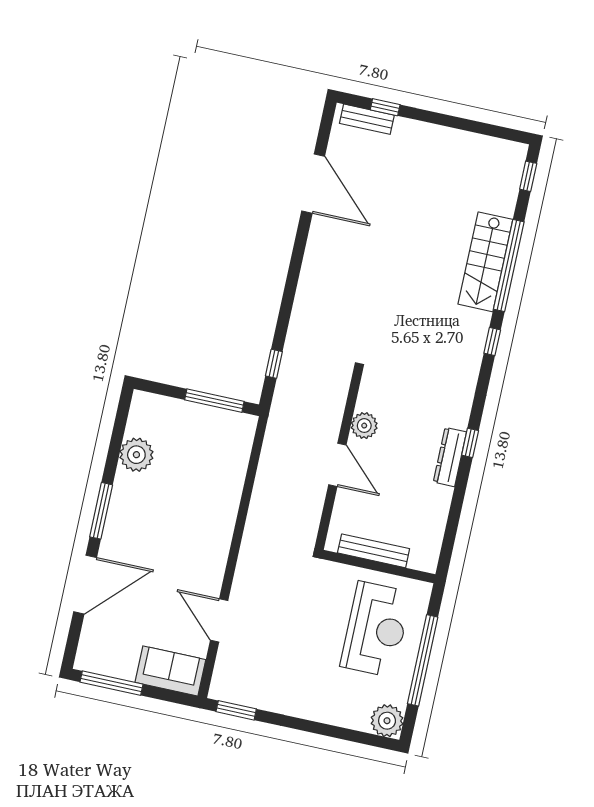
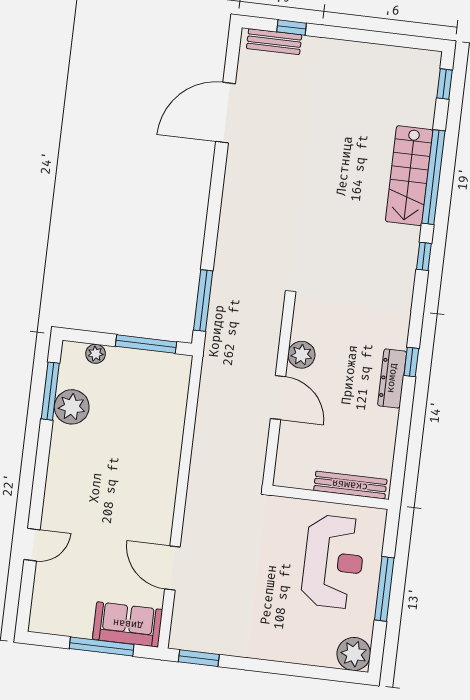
door: (313, 184) -> (226, 113), swing flipped
window: (274, 364) -> (203, 301), width x2.17
plant: (165, 405) -> (96, 354), added
window: (101, 511) -> (50, 391), moved
bench: (374, 551) -> (350, 485), moved
door: (85, 585) -> (32, 545), width x0.53
window: (423, 660) -> (384, 589), width x0.68
window: (111, 683) -> (102, 647), moved

